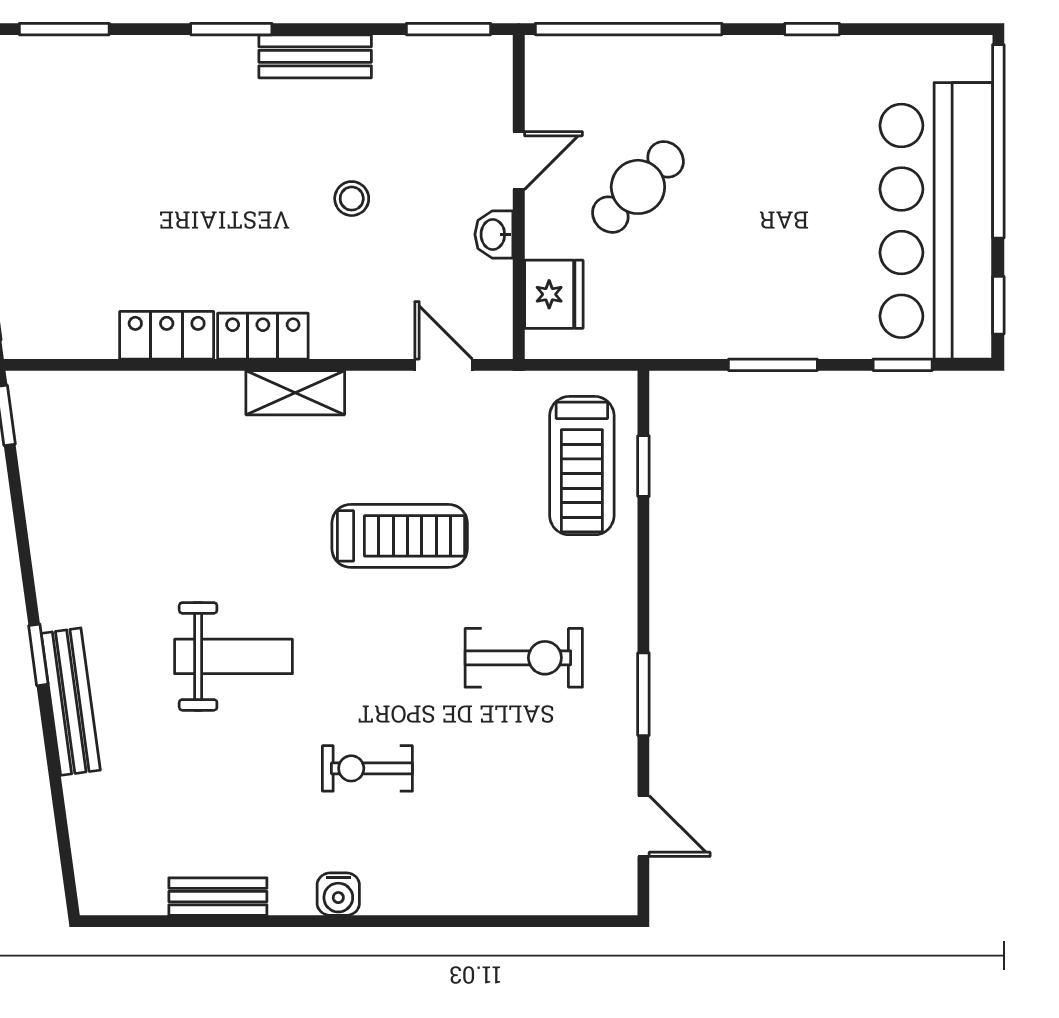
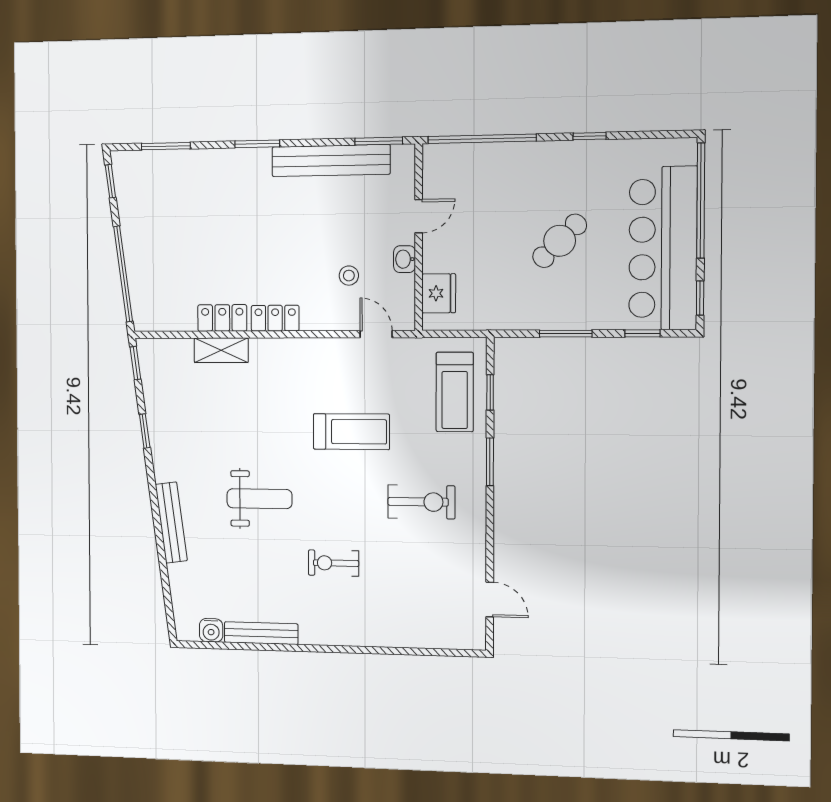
bench: (315, 56) -> (331, 161), width x1.86, depth x1.21
cafe table: (638, 187) -> (560, 241), moved
stool: (352, 199) -> (349, 276), moved
shelving: (295, 393) -> (221, 350), moved
window: (38, 655) -> (145, 431), moved
window: (643, 694) -> (490, 462), moved
water cooler: (338, 894) -> (211, 630), moved
bench: (218, 897) -> (261, 633), width x1.36

